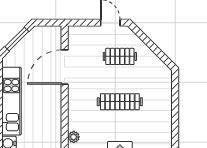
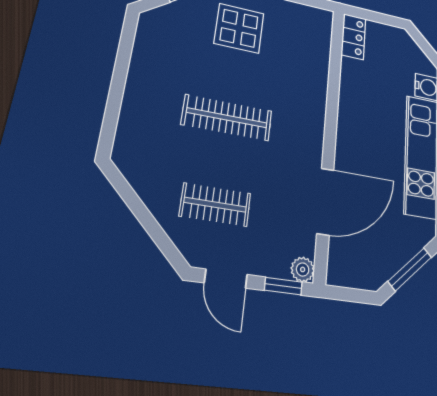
window: (82, 23) -> (283, 286), added
plant: (74, 137) -> (303, 269), moved

